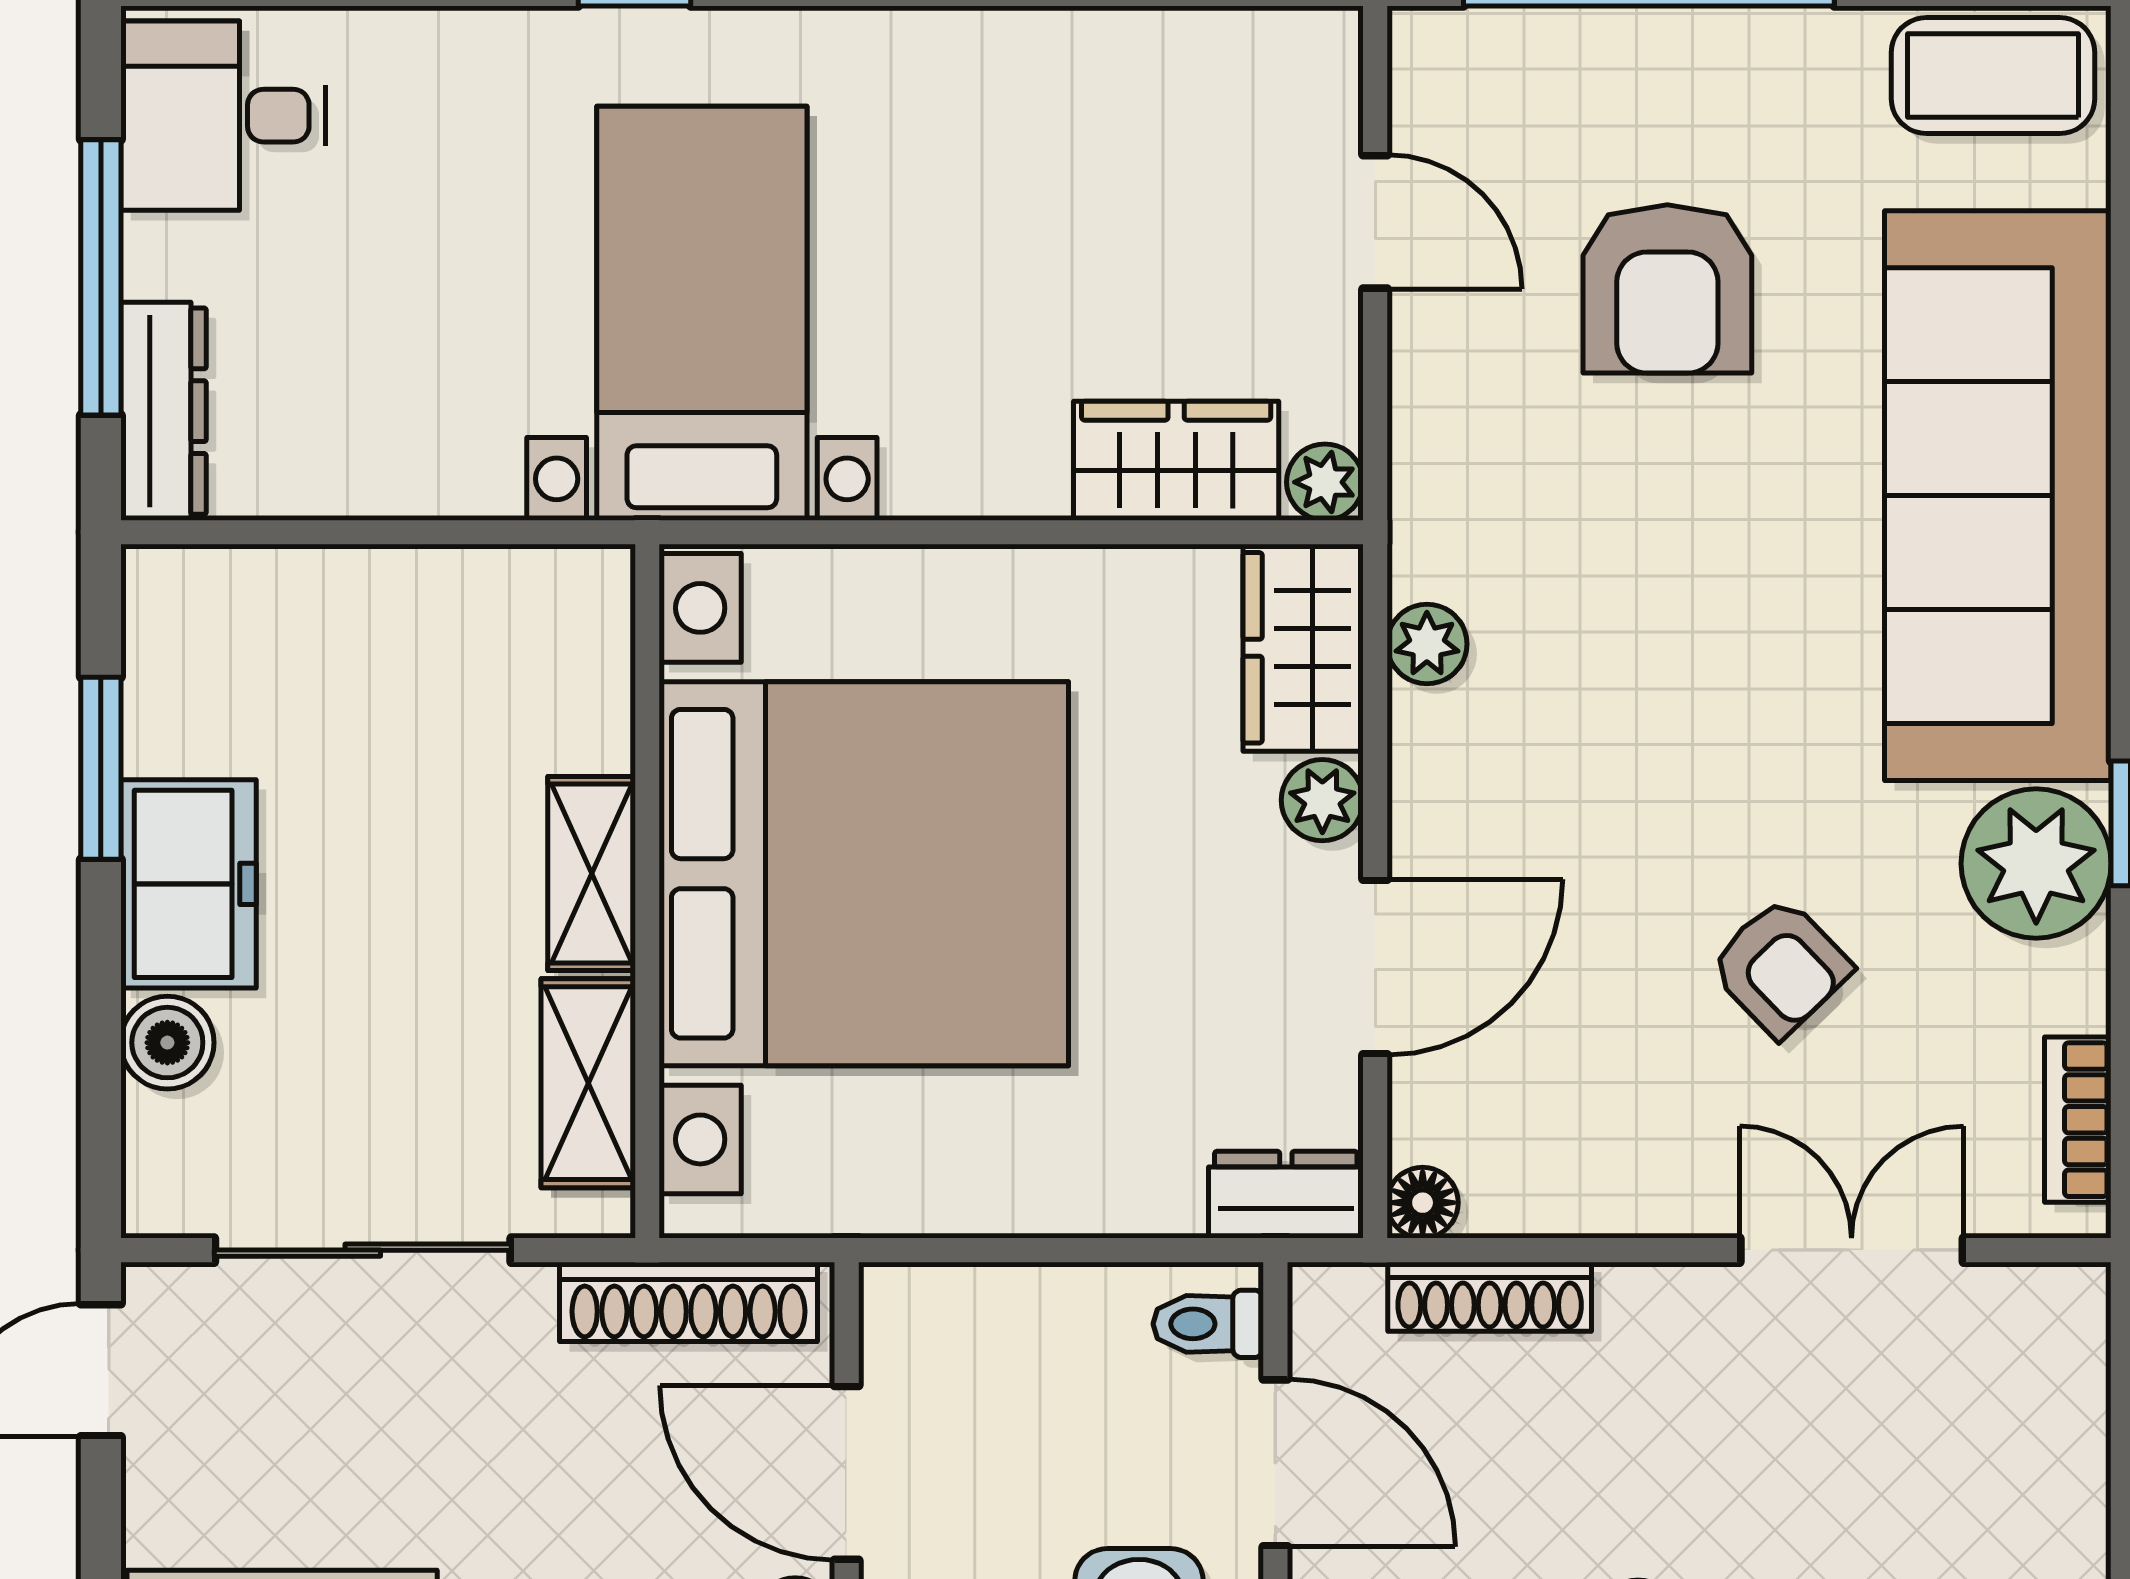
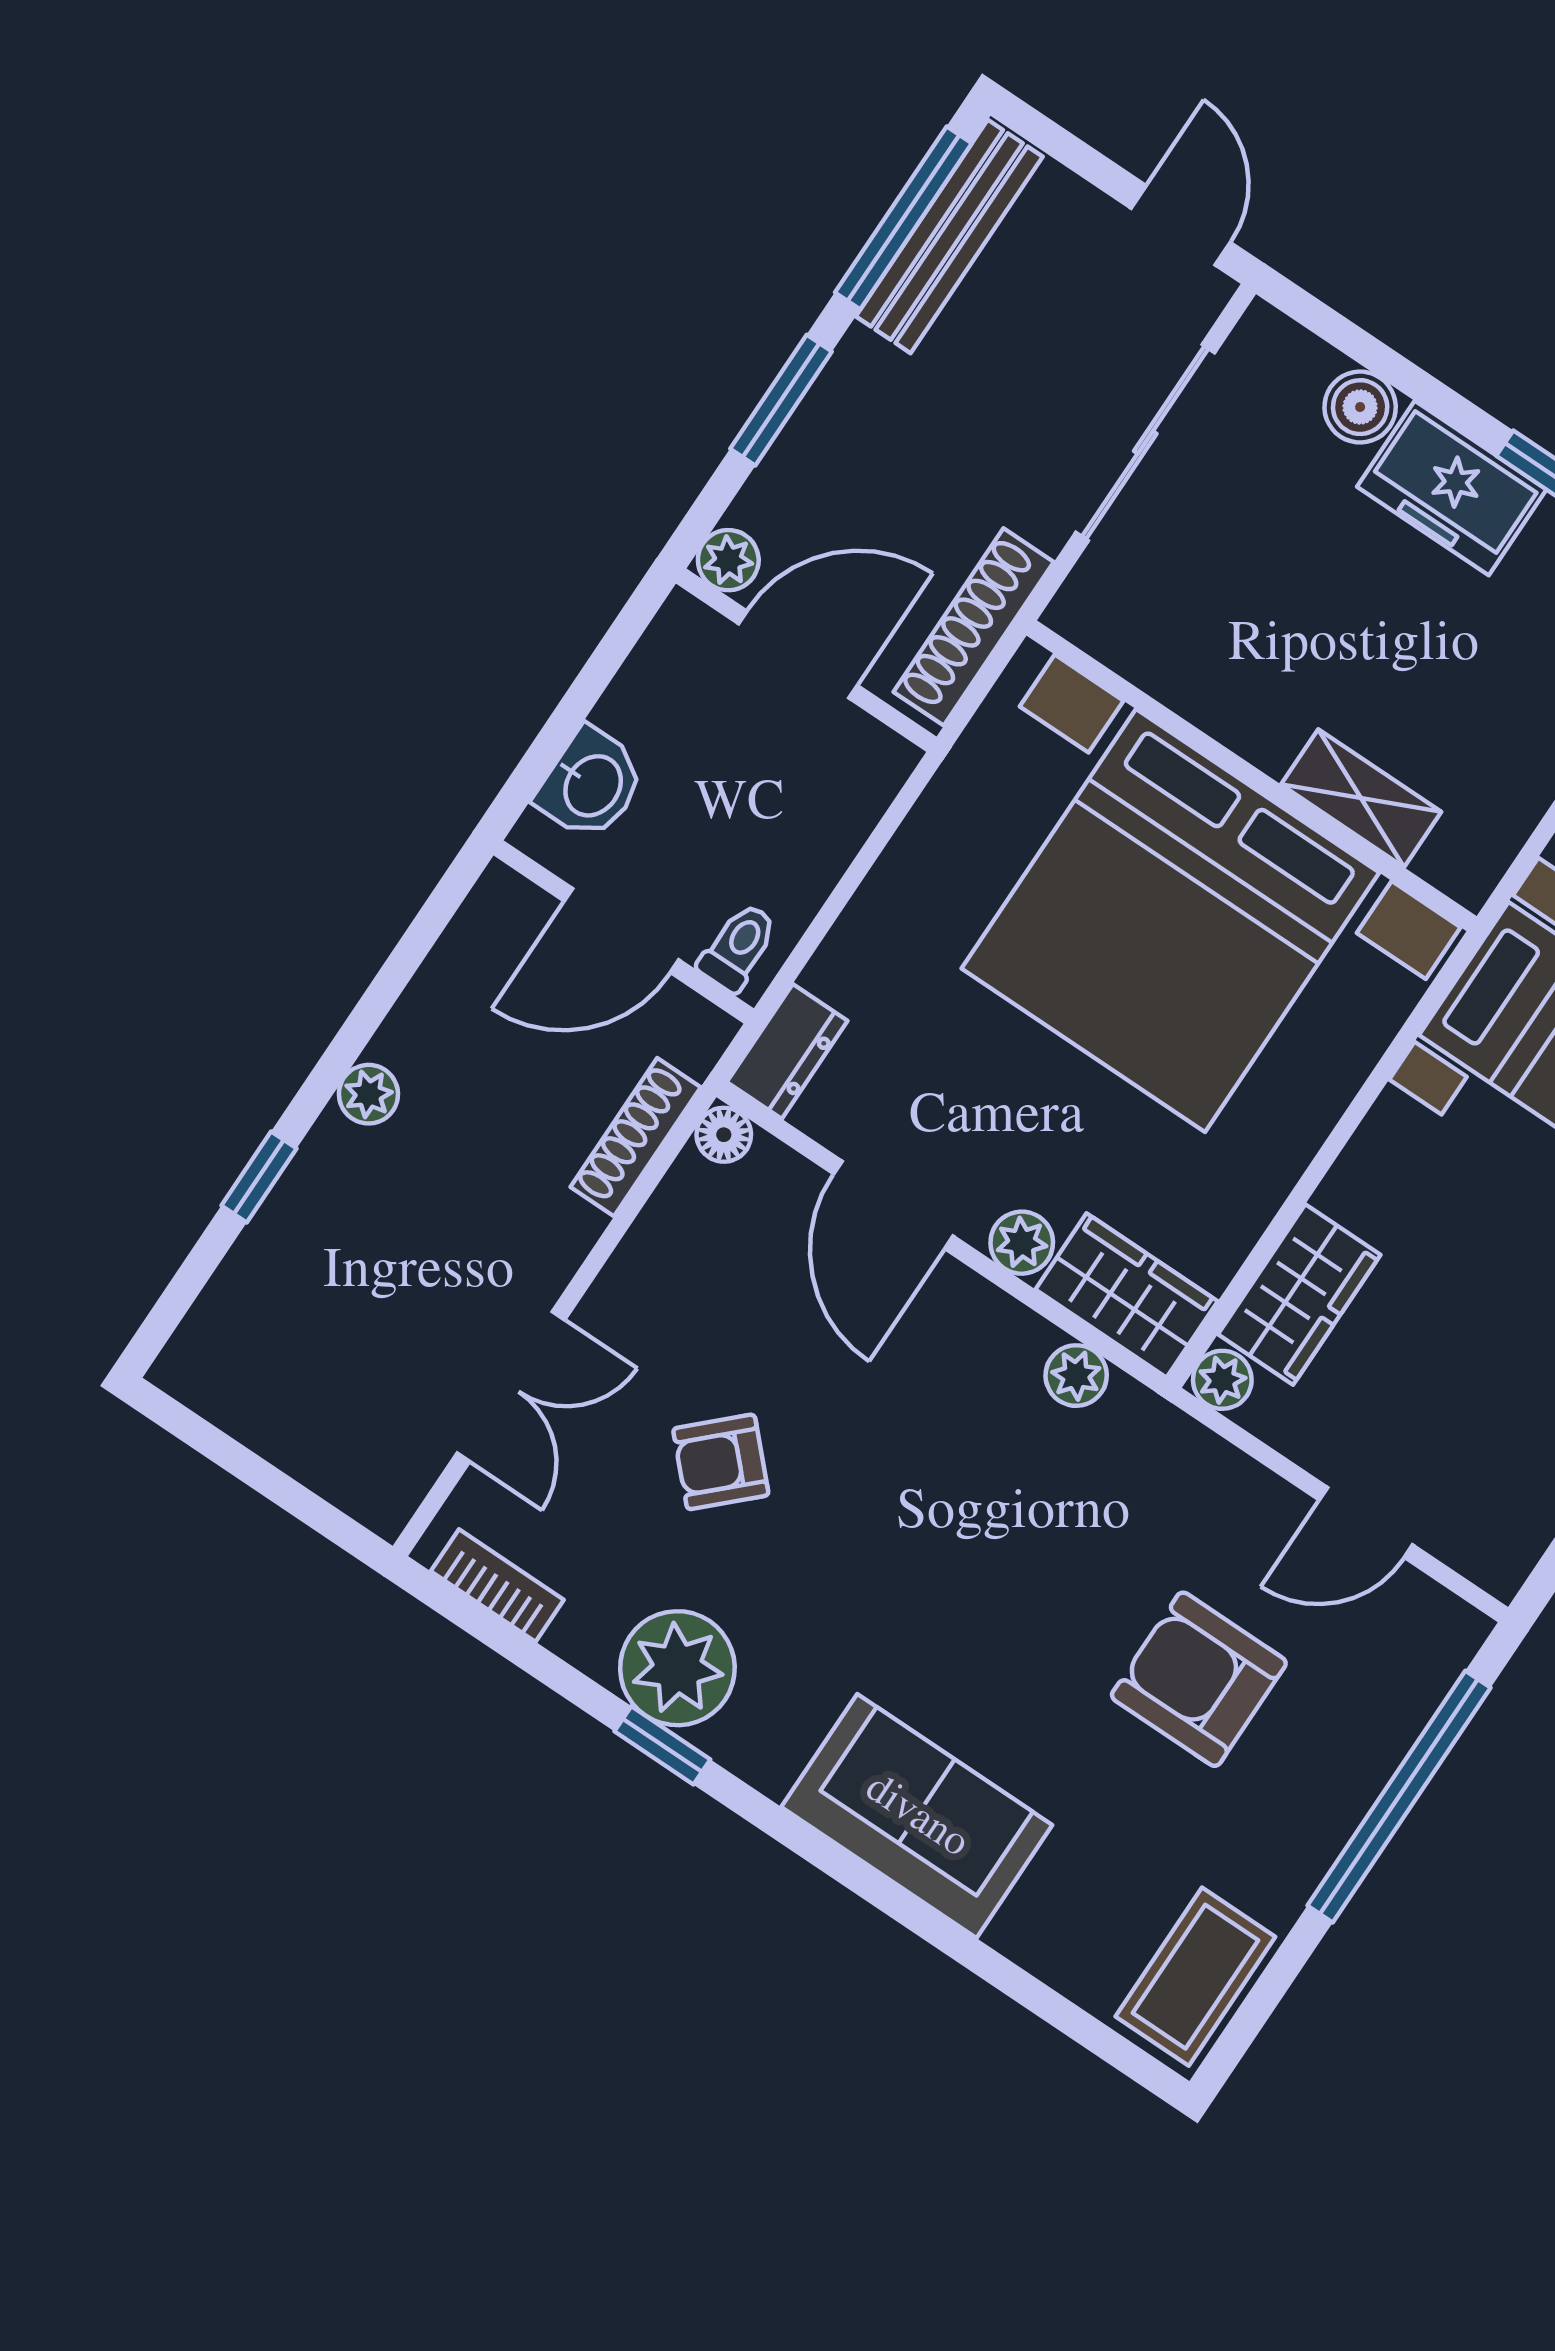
sofa: (1998, 496) -> (917, 1816), width x0.54, depth x0.79
shelving: (592, 873) -> (1361, 798), moved
shelving: (588, 1083) -> (1155, 657), removed

